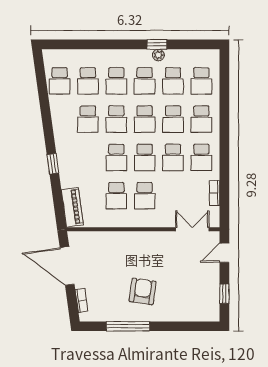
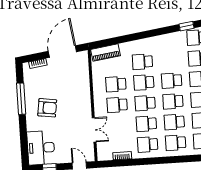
school desk: (88, 119) -> (142, 62), moved
window: (53, 164) -> (187, 26), moved
double door: (192, 229) -> (94, 130), moved
desk: (197, 304) -> (41, 148), added

